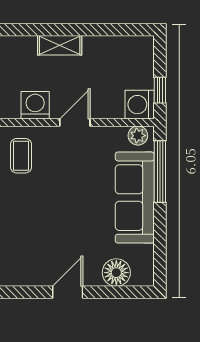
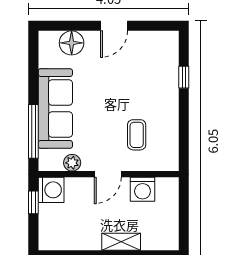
plant: (138, 136) -> (72, 163), moved
coffee table: (21, 156) -> (137, 135), moved

